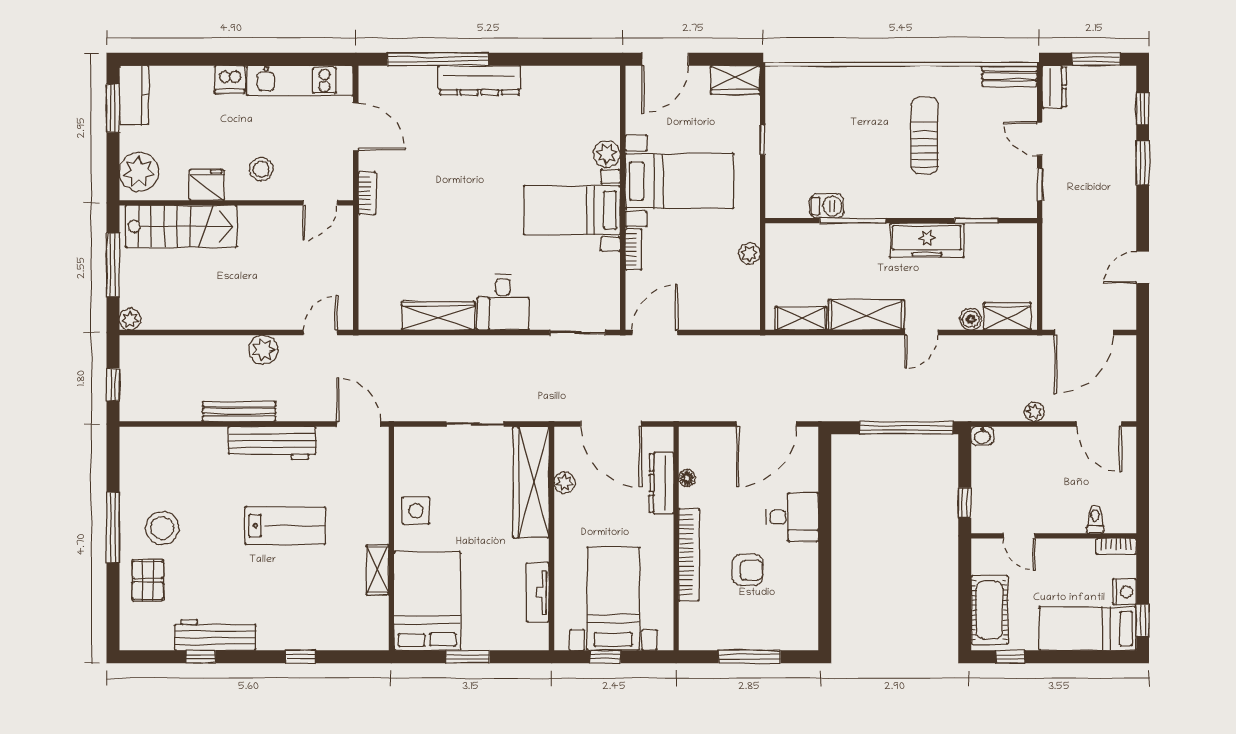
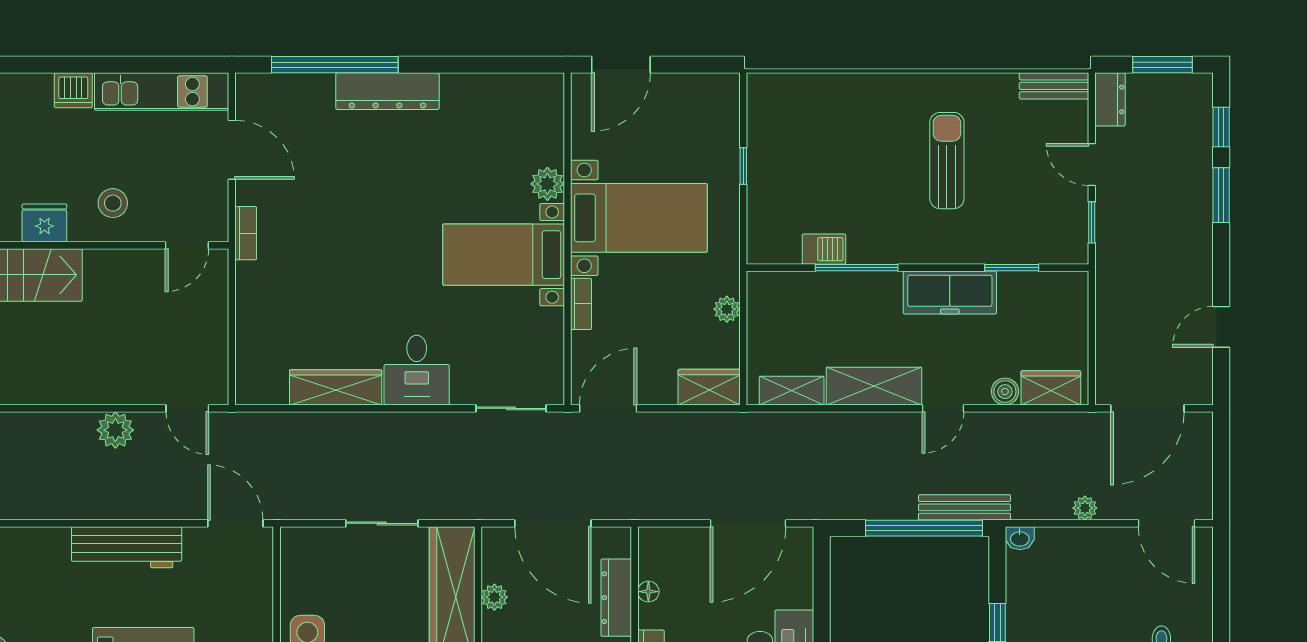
wardrobe: (735, 80) -> (709, 387), moved, turned 180
door: (320, 333) -> (187, 408), swing flipped
bench: (239, 411) -> (965, 507), moved

